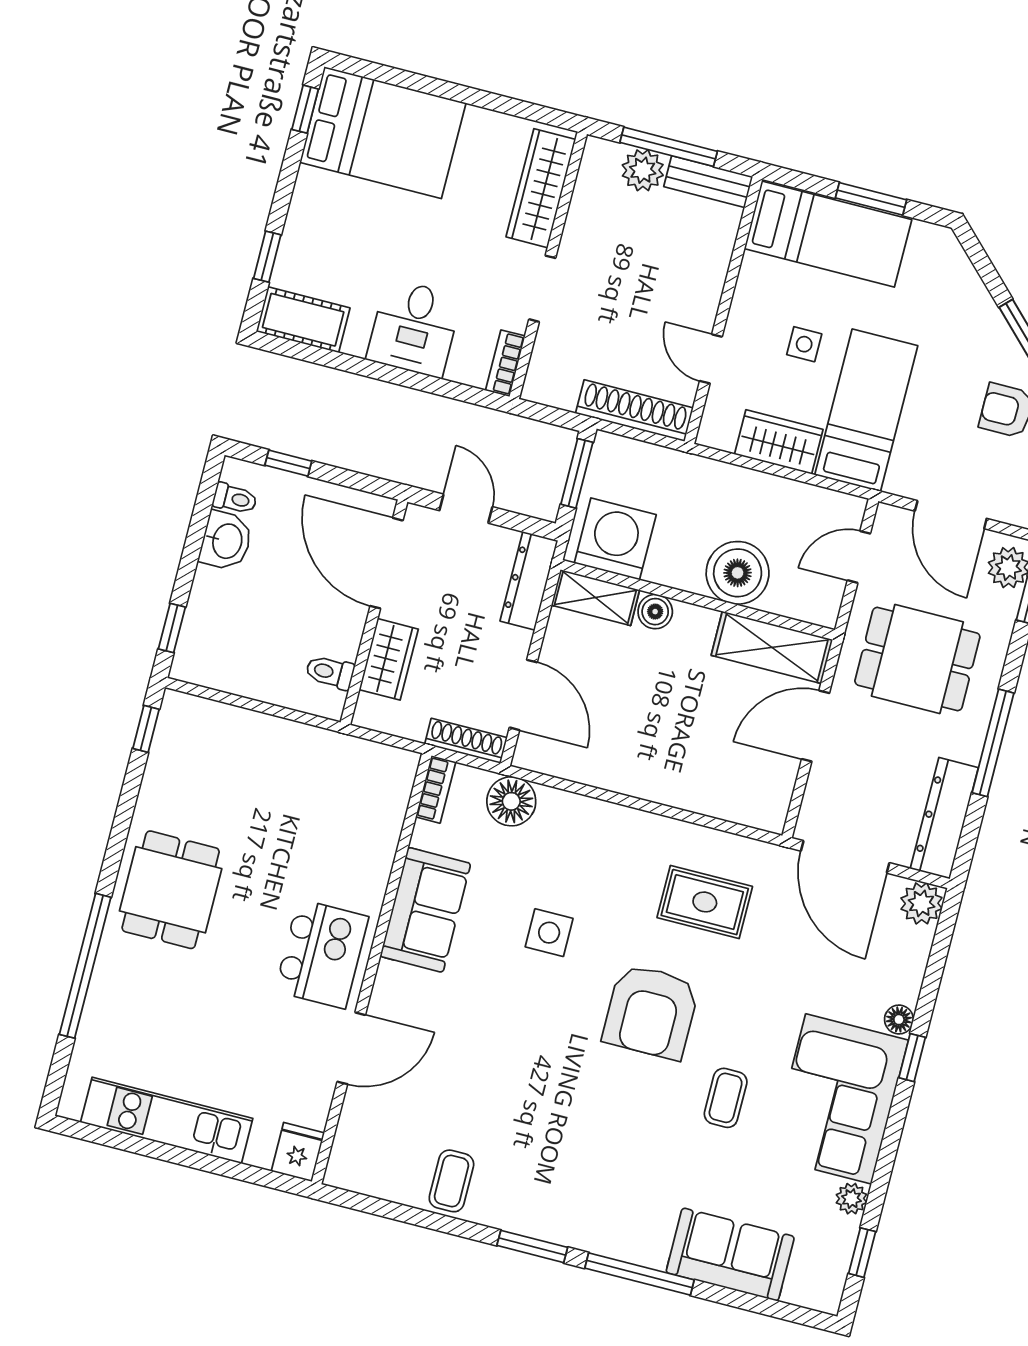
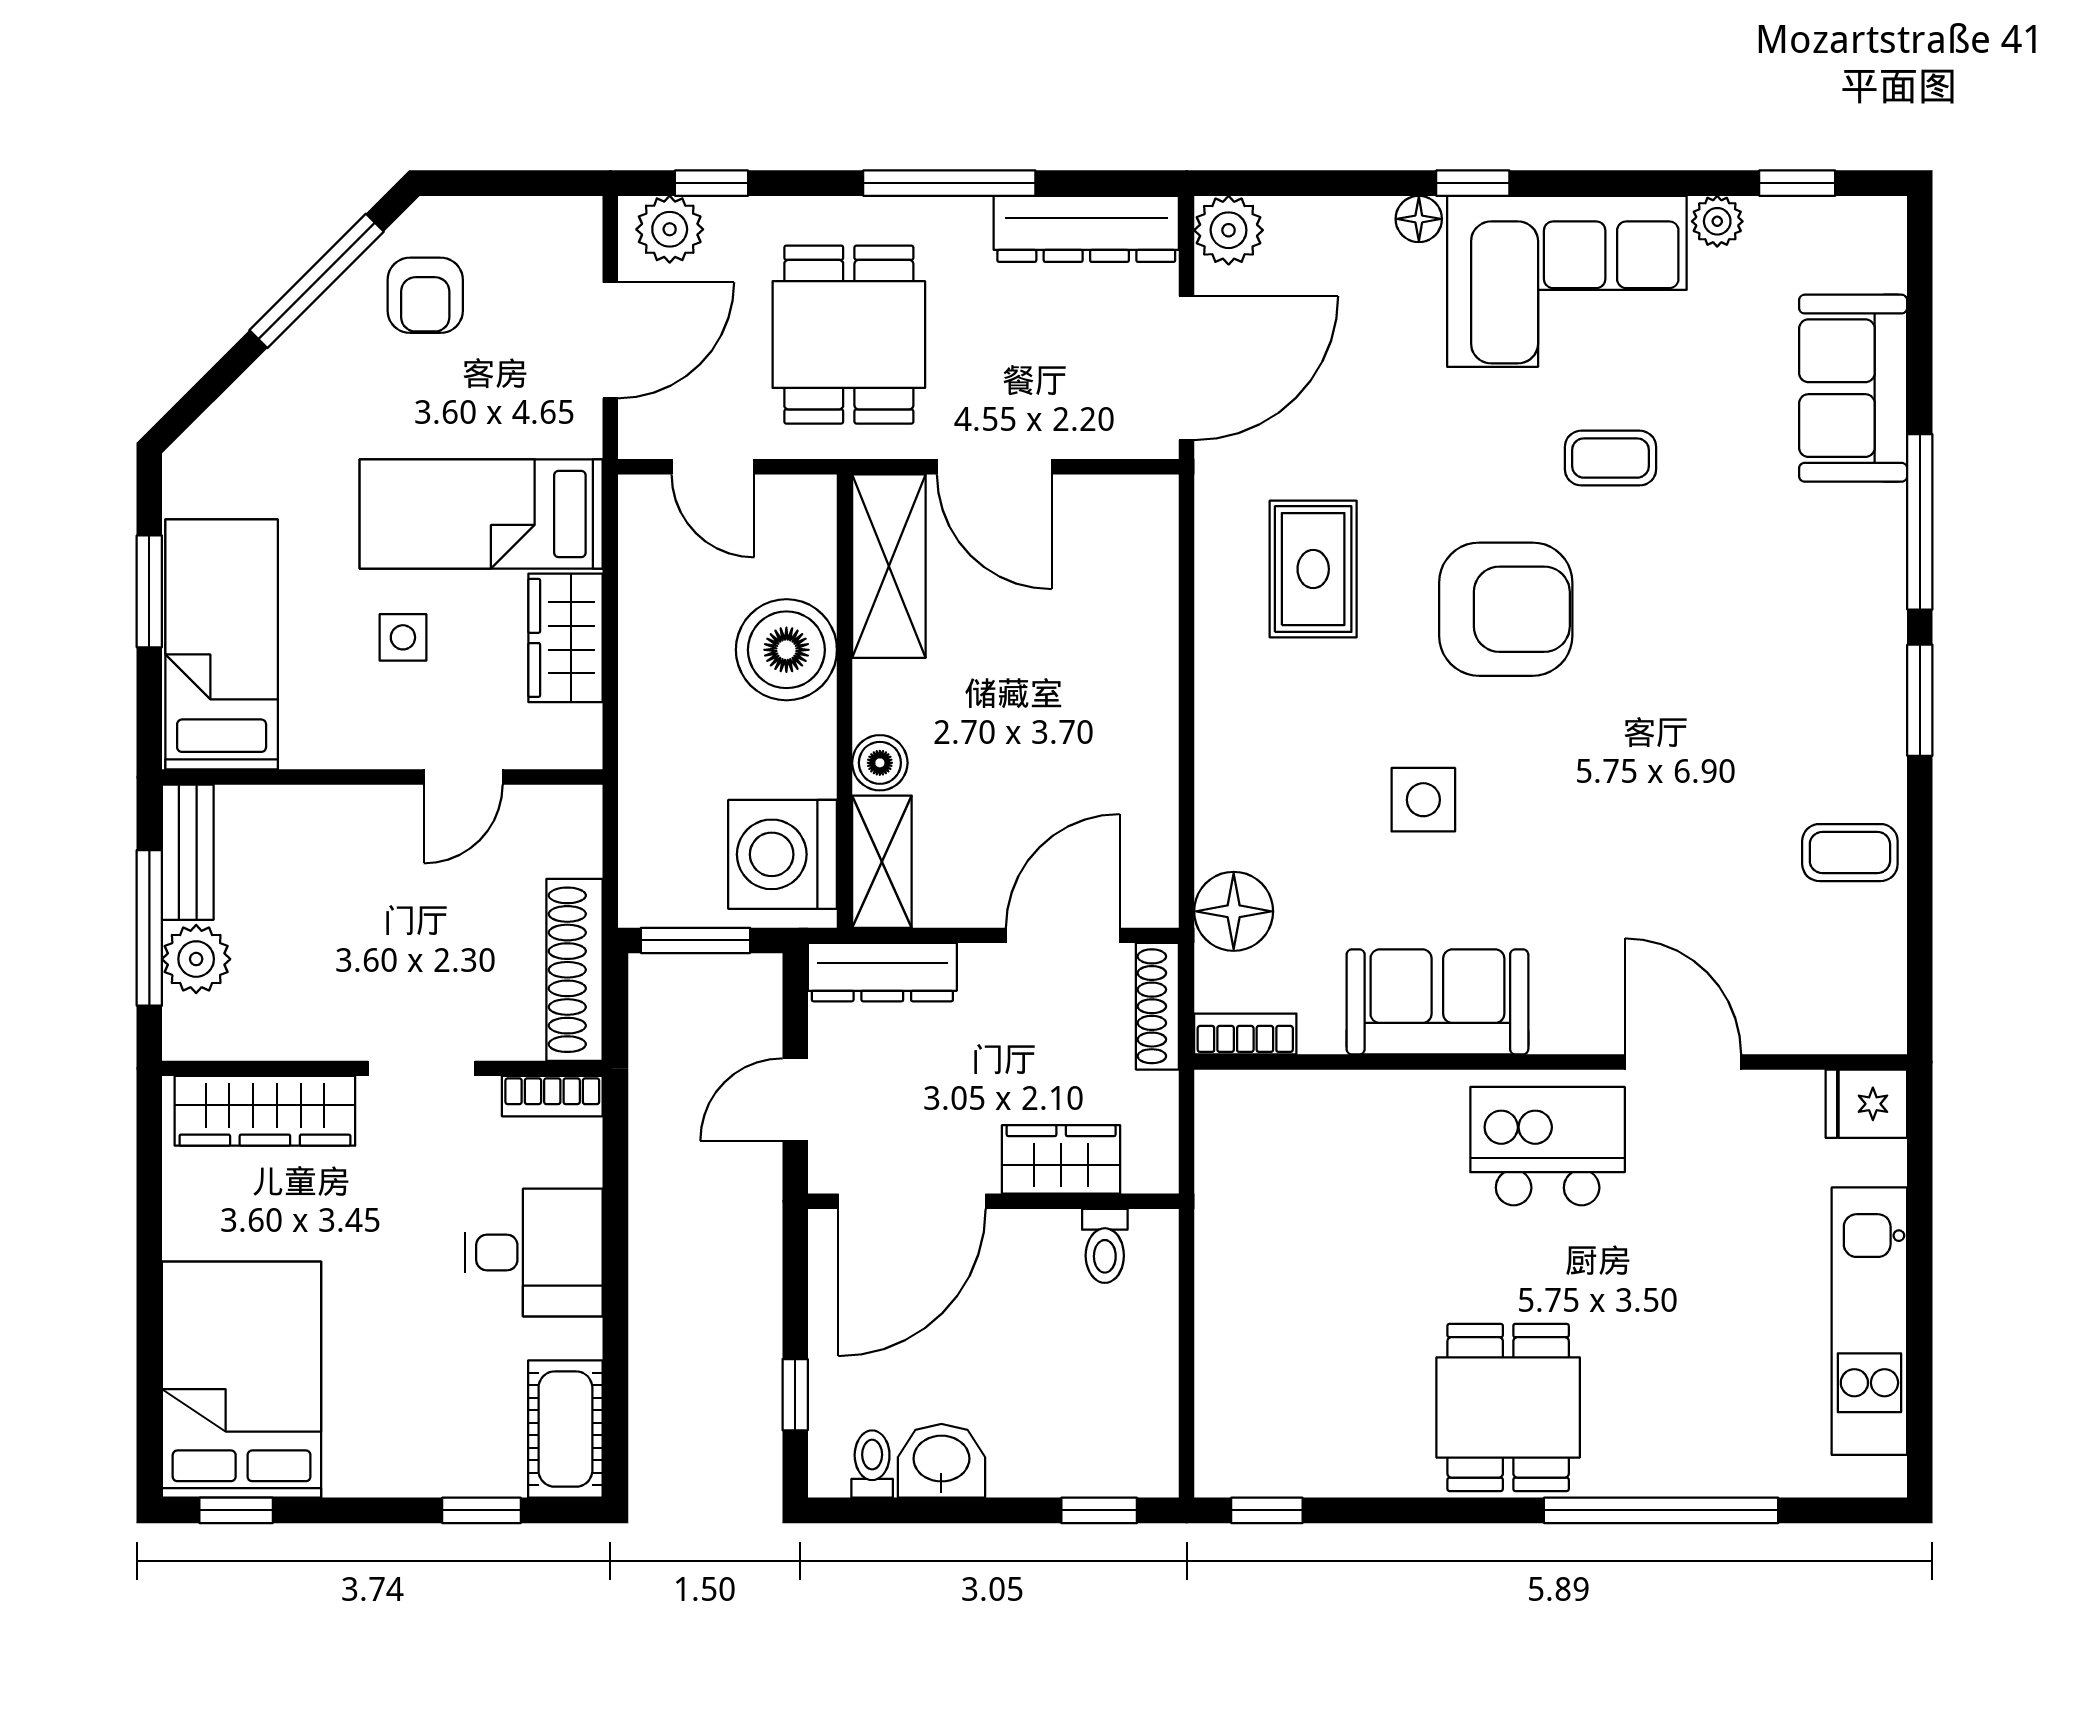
shoe rack: (634, 411) -> (575, 970), moved
dining table: (171, 890) -> (1508, 1407), turned 90

